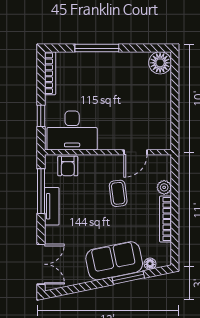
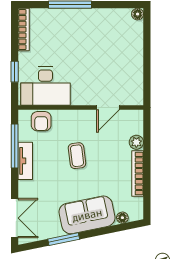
floor lamp: (160, 63) -> (138, 14), width x0.53, depth x0.53
coffee table: (118, 193) -> (77, 156), moved
window: (128, 278) -> (64, 239), moved

